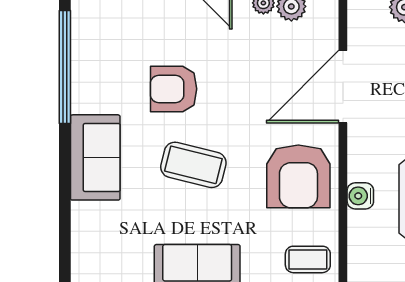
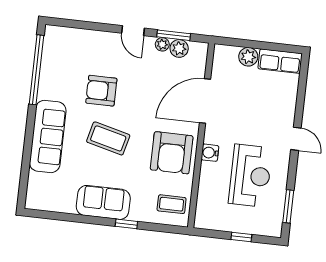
sofa: (95, 157) -> (48, 136), width x1.36
water cooler: (360, 196) -> (210, 153), moved

